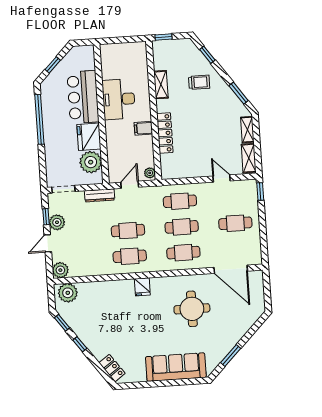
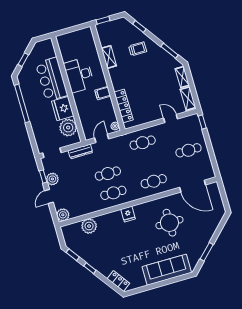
locker: (165, 133) -> (124, 106), moved
cafe table: (182, 227) -> (148, 162), removed
plant: (68, 293) -> (89, 226), moved

